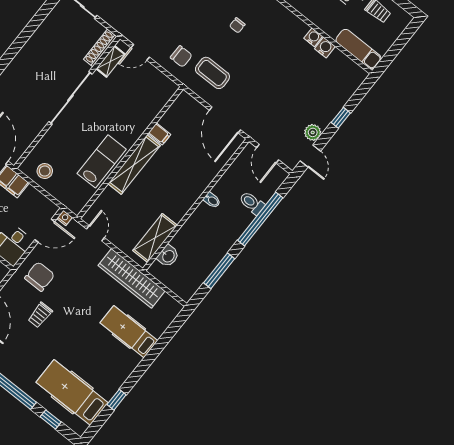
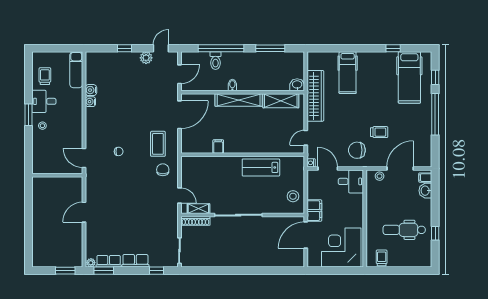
shelving: (134, 165) -> (239, 100), moved
washbasin: (168, 256) -> (297, 85), moved

